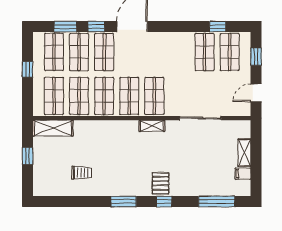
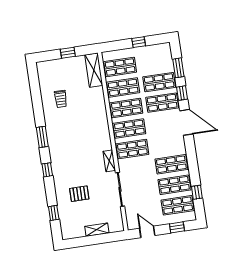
shop shelf: (54, 52) -> (171, 164), moved
shelving: (152, 126) -> (109, 161), moved
filing cabinet: (243, 174) -> (80, 231), removed
pallet: (160, 183) -> (79, 194), moved
window: (217, 202) -> (54, 213), width x0.46

